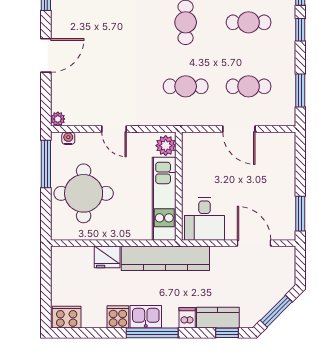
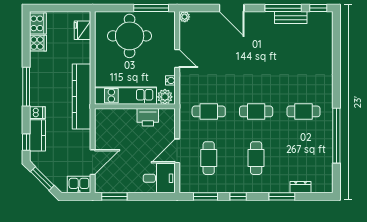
window: (300, 30) -> (238, 196), moved
cafe table: (186, 86) -> (209, 111), turned 90
door: (114, 129) -> (177, 58), swing flipped
water cooler: (68, 138) -> (170, 80), moved
printer: (193, 169) -> (148, 117), added
desk: (204, 219) -> (159, 178), moved, turned 180
fridge: (107, 257) -> (82, 30), moved
cooker: (118, 317) -> (38, 43), moved
kitchen sink: (146, 317) -> (79, 185), moved, turned -90

